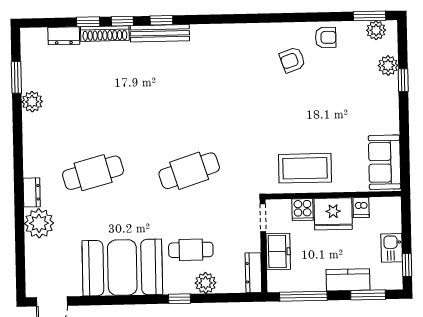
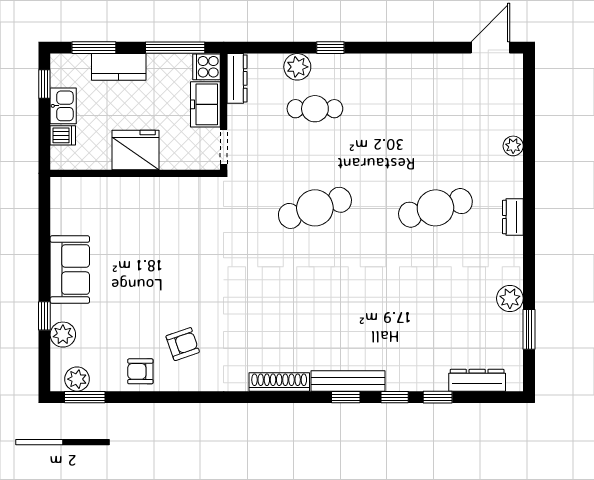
shoe rack: (105, 34) -> (279, 382), moved
dresser: (64, 36) -> (477, 380), width x1.44
sofa: (385, 162) -> (70, 270), moved
coffee table: (305, 168) -> (170, 208), removed
dresser: (32, 192) -> (513, 217), moved
dishwasher: (361, 207) -> (63, 135), moved, turned 90
cooker: (303, 210) -> (207, 67), moved, turned -90
plant: (39, 223) -> (513, 146), width x0.53, depth x0.53
booth: (122, 268) -> (401, 88), removed

